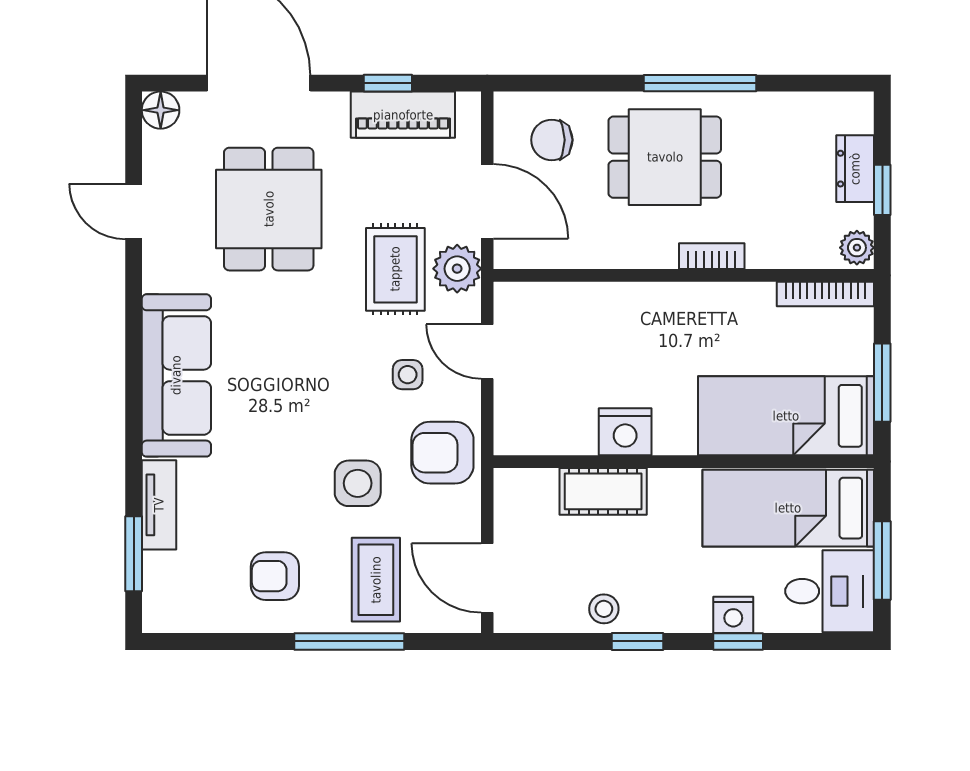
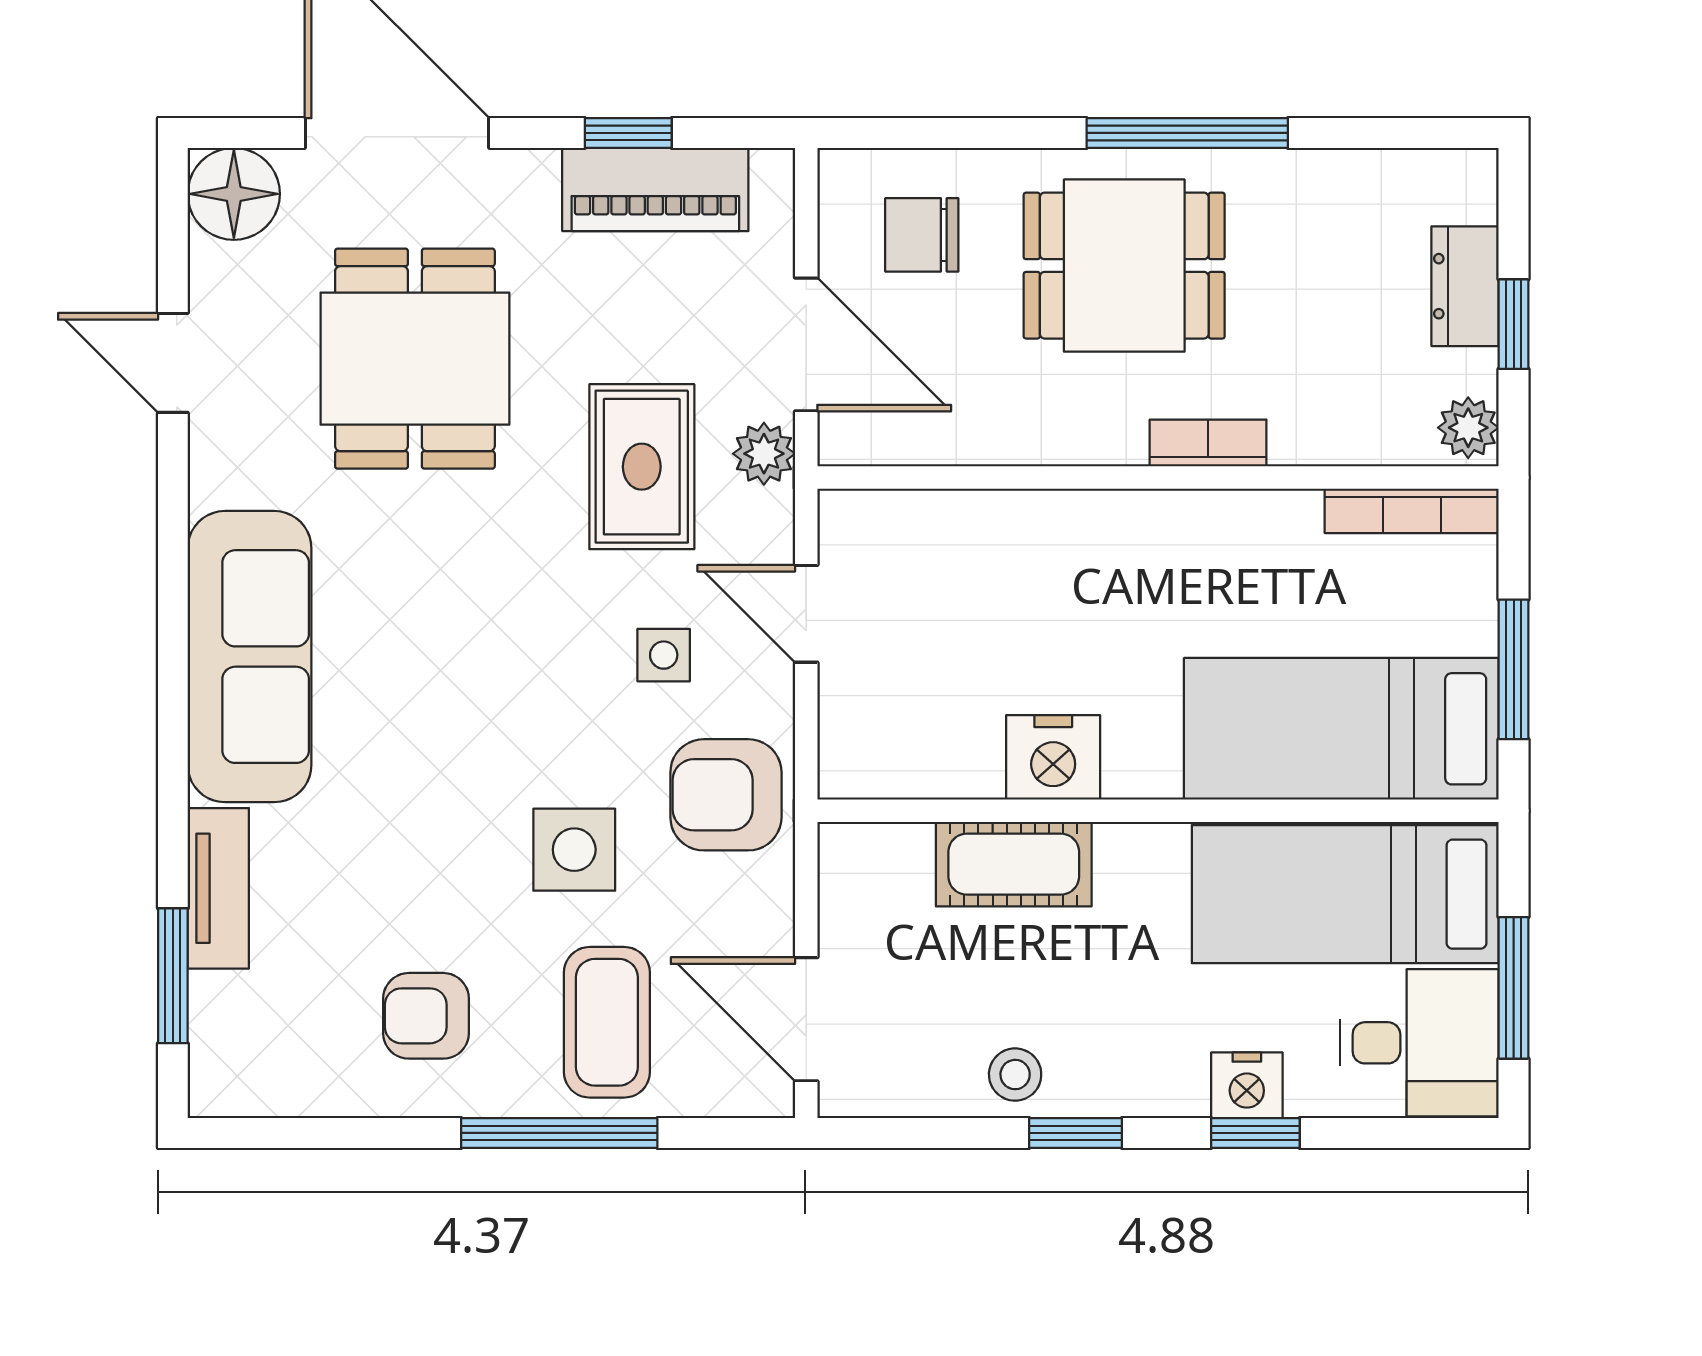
floor lamp: (161, 110) -> (234, 194), width x1.38, depth x1.38
plant: (457, 269) -> (764, 454), width x0.73, depth x0.73

